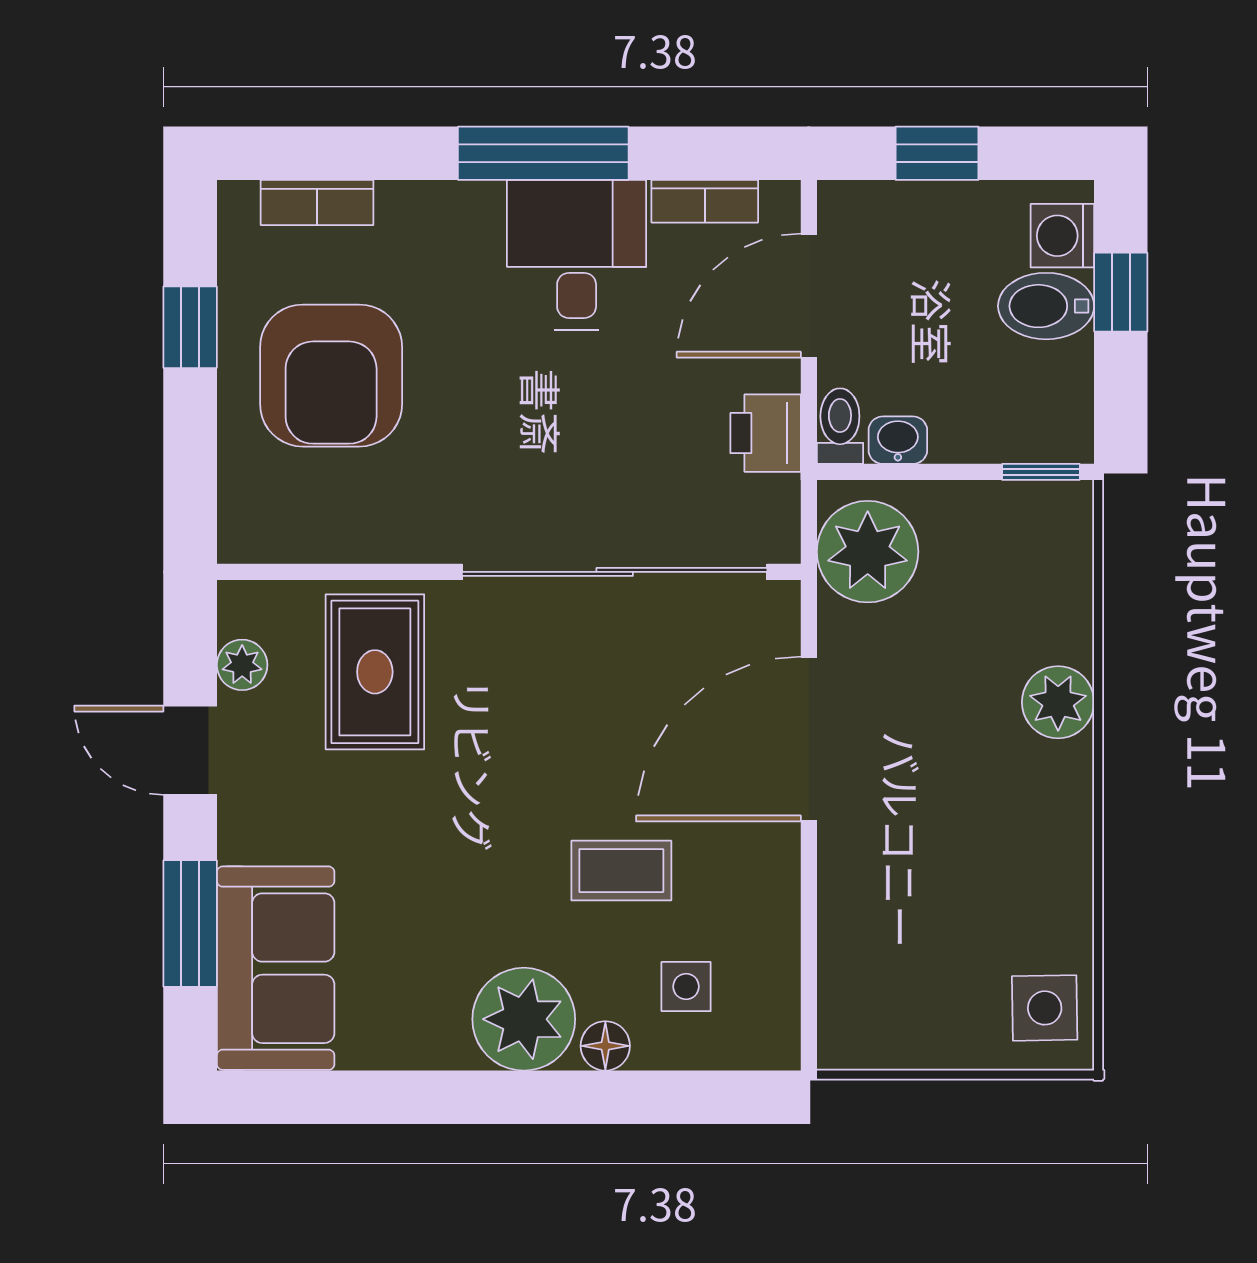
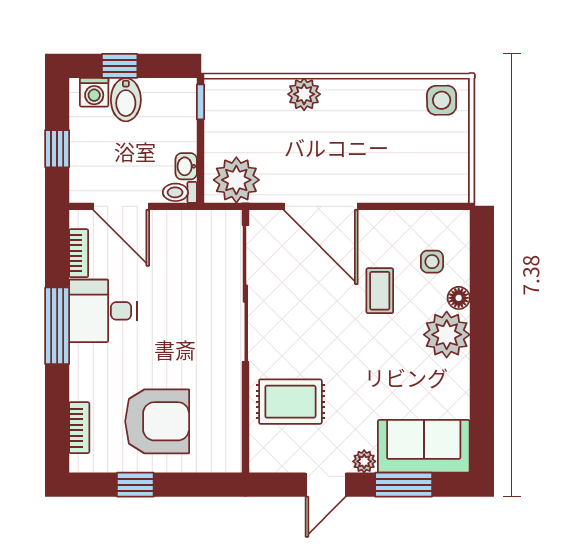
printer: (766, 433) -> (183, 226), removed
plant: (242, 665) -> (364, 461), moved

